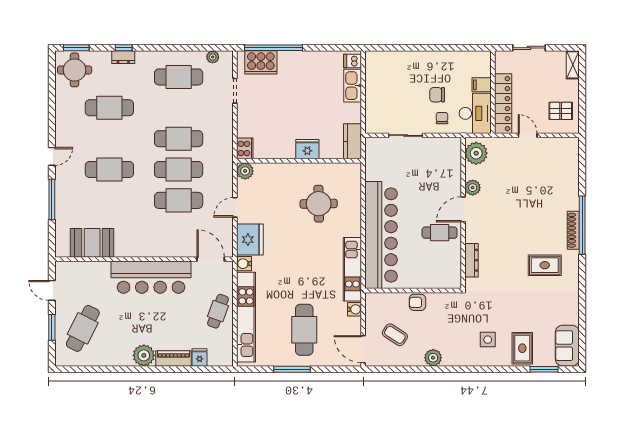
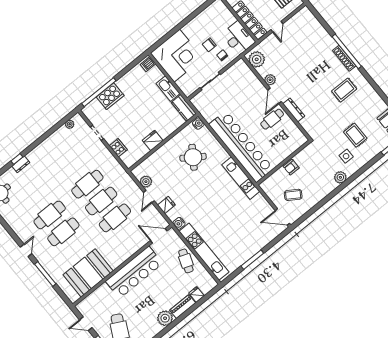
cooker: (261, 62) -> (110, 96), moved
cafe table: (179, 77) -> (60, 150), removed
corner desk: (392, 78) -> (177, 56), added
filing cabinet: (482, 85) -> (229, 20), removed
kitchen sink: (353, 86) -> (168, 89), moved
cafe table: (109, 108) -> (50, 215), moved
door: (528, 135) -> (277, 27), swing flipped
cooker: (245, 148) -> (118, 148), moved
fridge: (307, 149) -> (153, 141), moved
plant: (245, 171) -> (146, 182), moved
round table: (319, 204) -> (193, 157), turned 35
fridge: (250, 240) -> (166, 205), width x0.53, depth x0.75
booth: (92, 243) -> (88, 273), width x1.36, depth x1.42
dresser: (471, 260) -> (294, 110), moved
water cooler: (354, 309) -> (198, 124), moved
cafe table: (304, 330) -> (241, 233), removed
rug: (522, 348) -> (355, 135), moved
plant: (433, 358) -> (340, 177), moved

